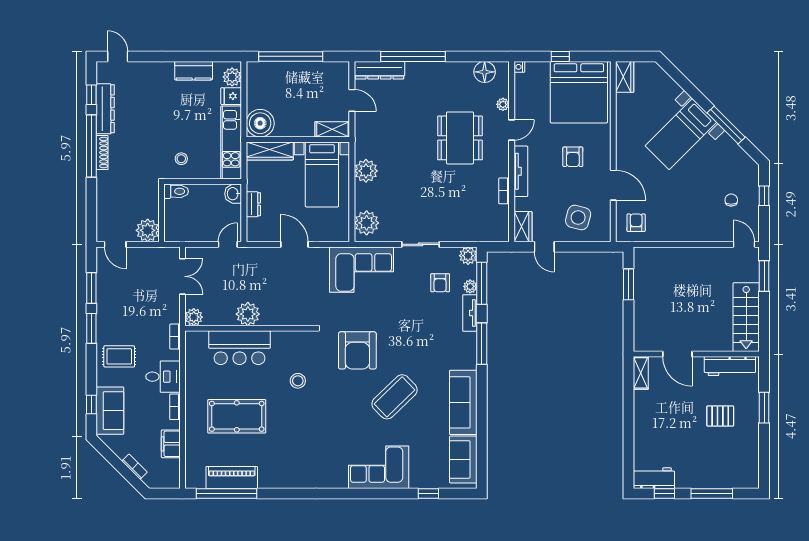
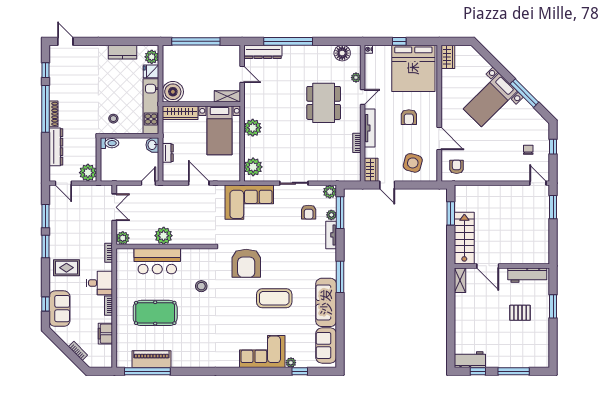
dresser: (105, 109) -> (56, 147), moved
stairs: (746, 317) -> (464, 238), moved, turned 180
window: (482, 344) -> (340, 277), moved
coffee table: (395, 397) -> (274, 298), turned 44
plant: (417, 482) -> (291, 363), added

